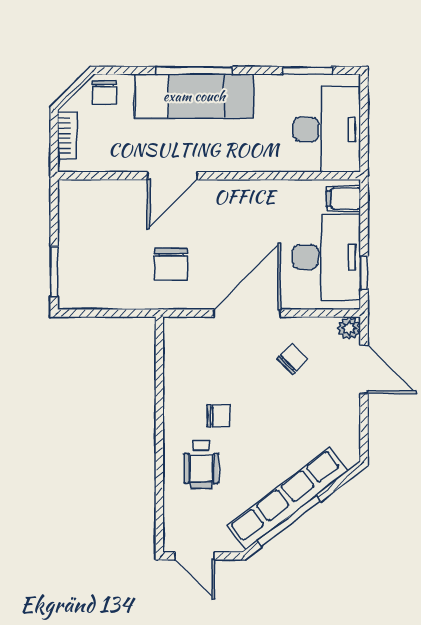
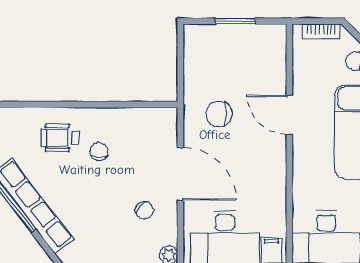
window: (54, 271) -> (236, 21), moved
chair: (219, 416) -> (99, 151), turned 180

